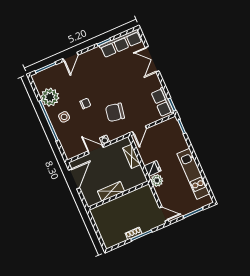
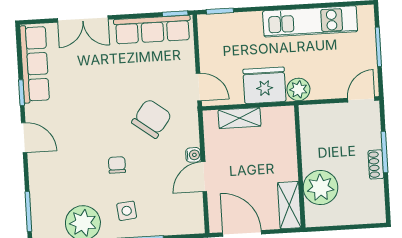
door: (71, 57) -> (24, 138), moved
row of seats: (162, 102) -> (152, 30), width x1.48
chair: (115, 112) -> (152, 119), turned -153
fridge: (153, 168) -> (264, 85), width x1.88, depth x1.34
shelving: (111, 191) -> (289, 205), moved
plant: (112, 210) -> (320, 188), added

